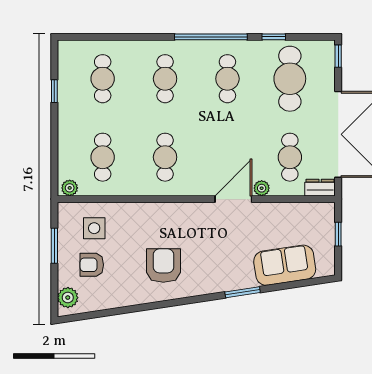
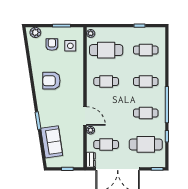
cafe table: (103, 157) -> (106, 50), width x1.37, depth x1.35
armchair: (163, 266) -> (51, 81), turned 180

